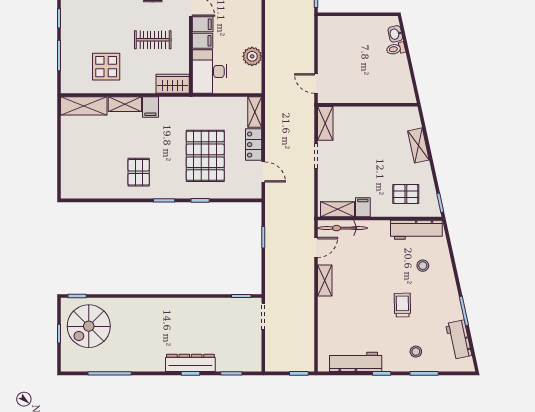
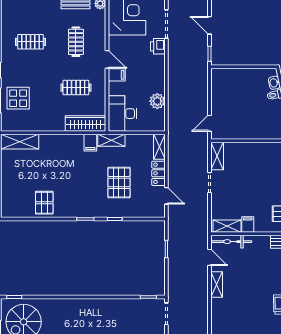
filing cabinet: (203, 41) -> (117, 88), removed
display table: (106, 67) -> (18, 98), moved
door: (316, 83) -> (209, 123), hinge flipped
wardrobe: (173, 84) -> (86, 124), width x1.50
shelving: (125, 104) -> (111, 140), moved
filing cabinet: (150, 107) -> (90, 143), moved
pallet: (205, 156) -> (119, 182), width x0.73, depth x0.71
pallet: (139, 172) -> (44, 203), moved
door: (316, 247) -> (209, 257), hinge flipped

